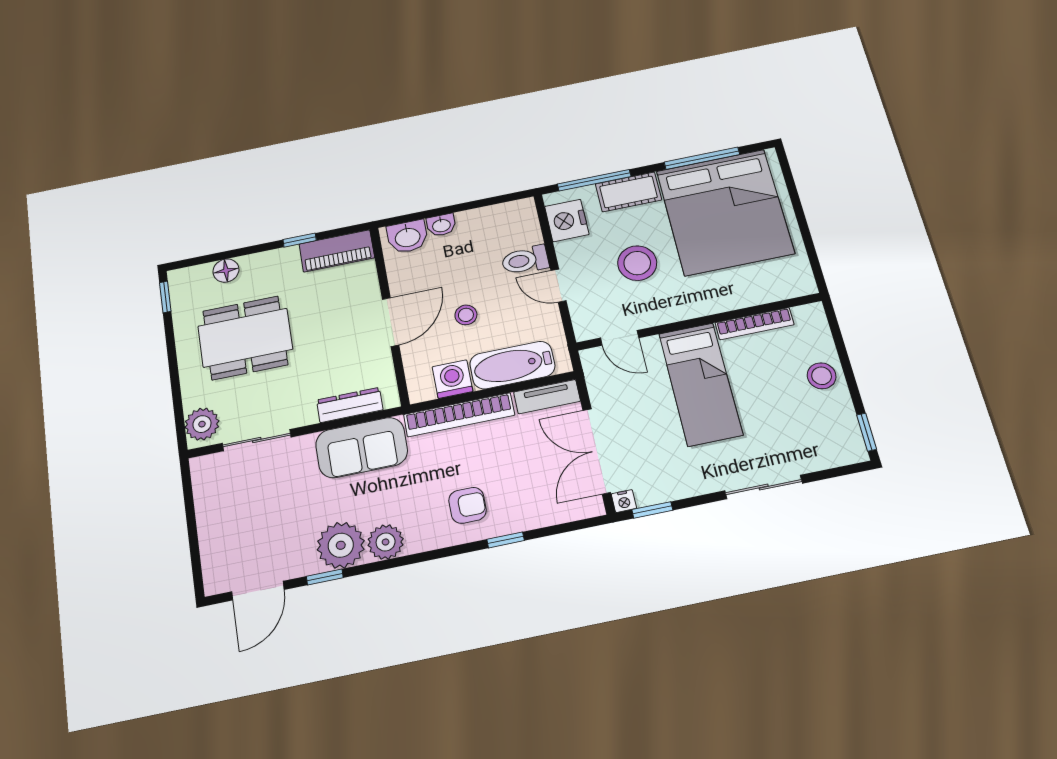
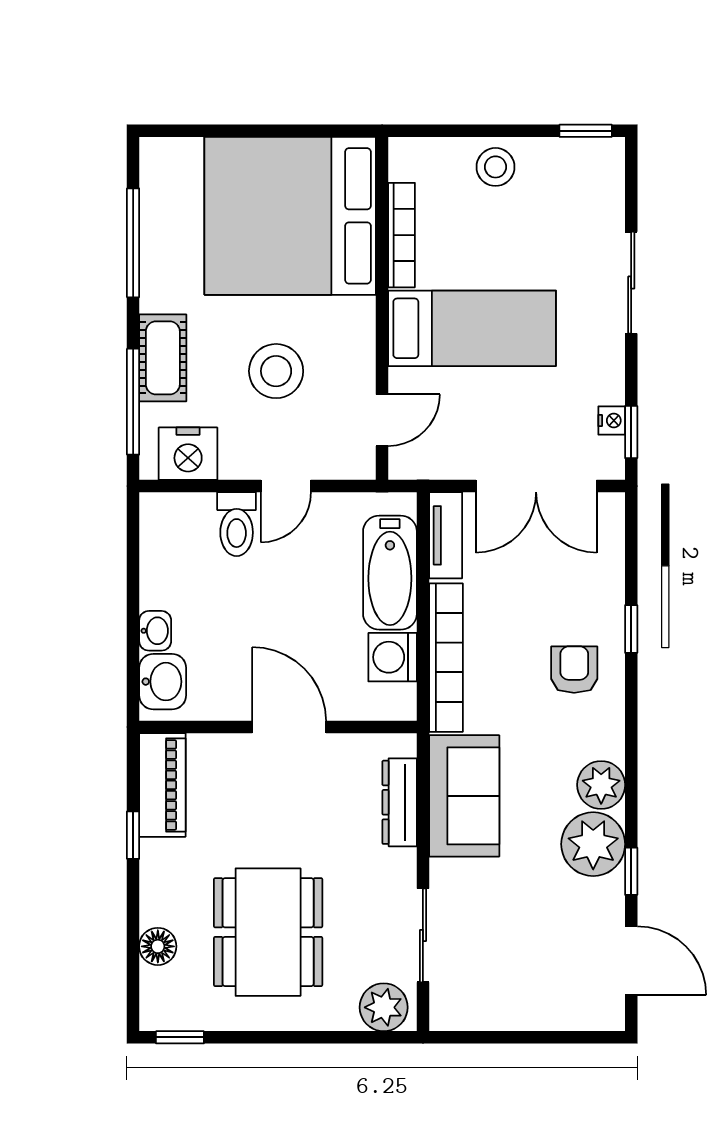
bed: (725, 212) -> (290, 216), moved, turned 180
stool: (466, 315) -> (302, 622), removed
nightstand: (624, 501) -> (612, 421), moved

